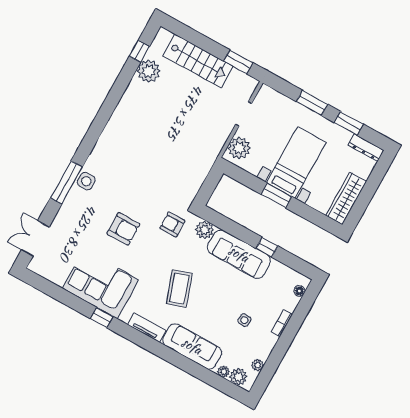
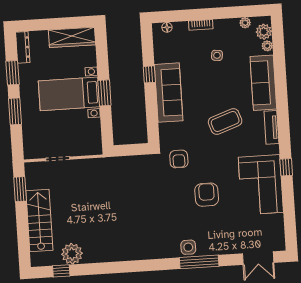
plant: (239, 148) -> (86, 145), removed
plant: (205, 230) -> (167, 131), removed

